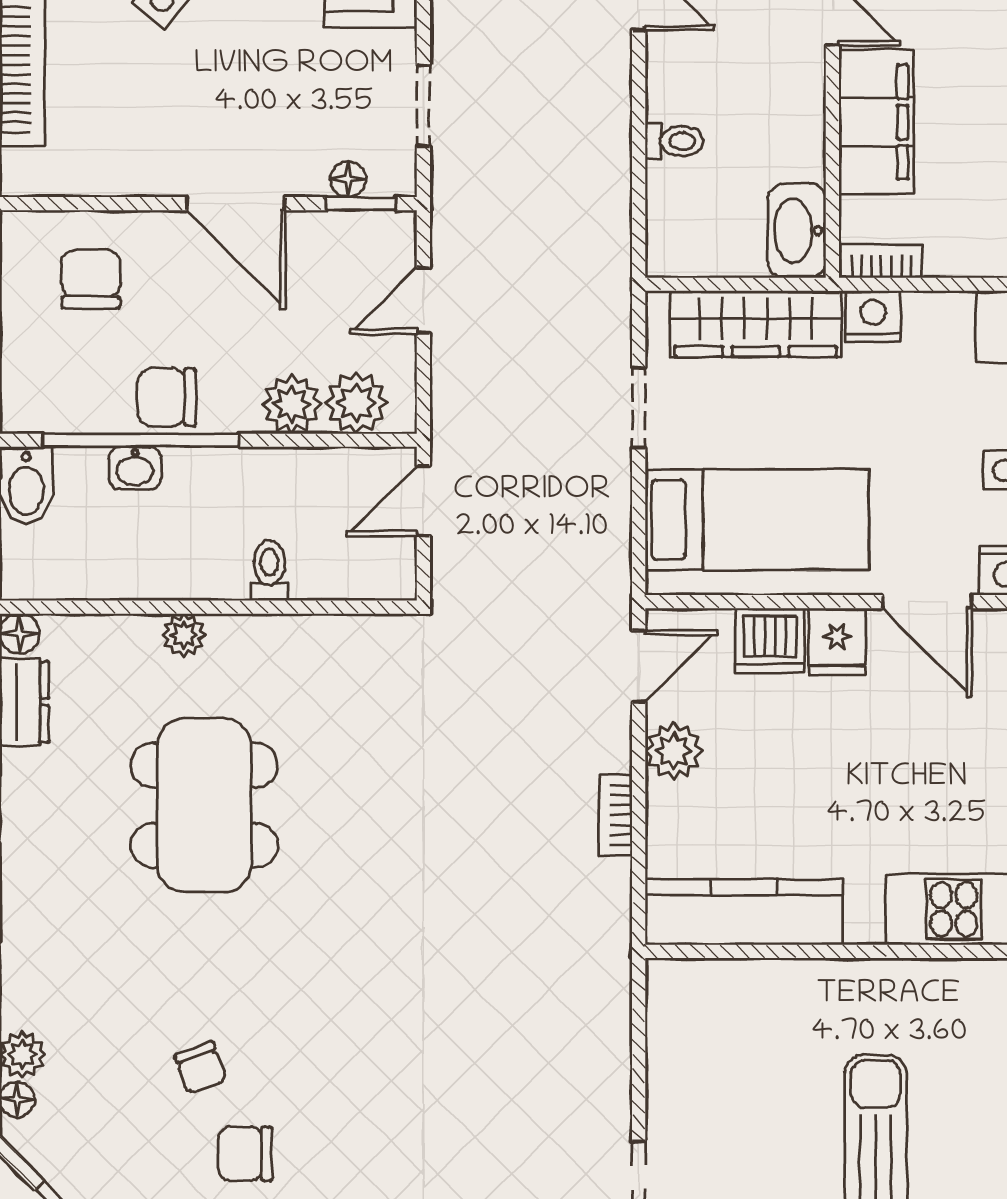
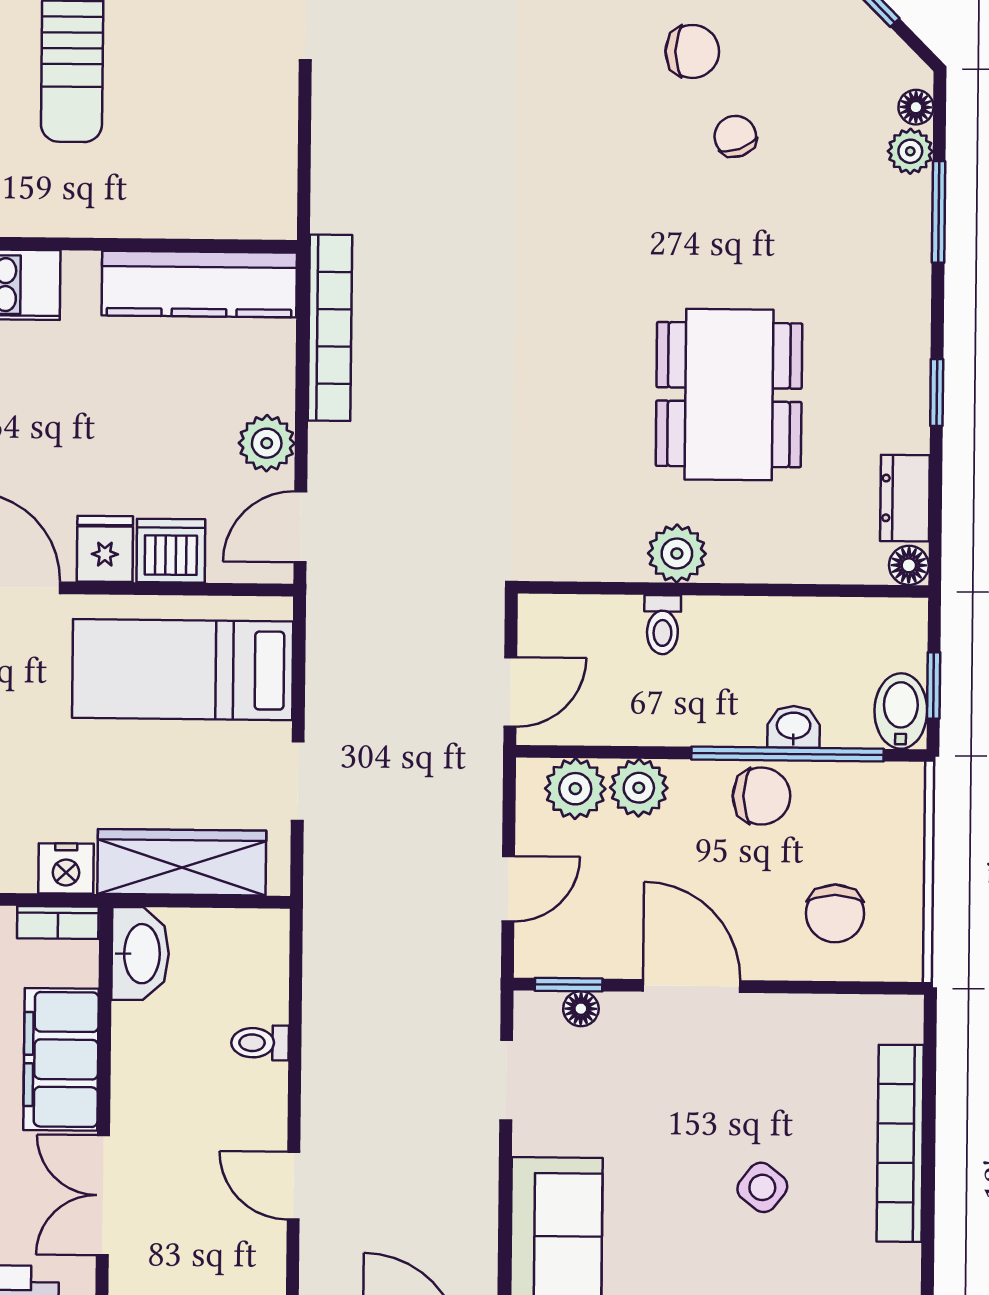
plant: (184, 635) -> (677, 554), moved, width x1.38, depth x1.38
bookcase: (616, 815) -> (330, 328), width x2.31, depth x1.31

